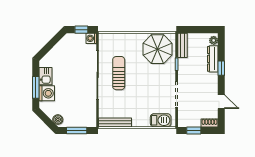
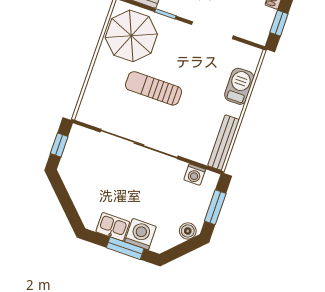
washing machine: (91, 38) -> (195, 175), moved
sun lounger: (119, 73) -> (154, 88), moved
barbecue: (161, 120) -> (239, 86), moved

